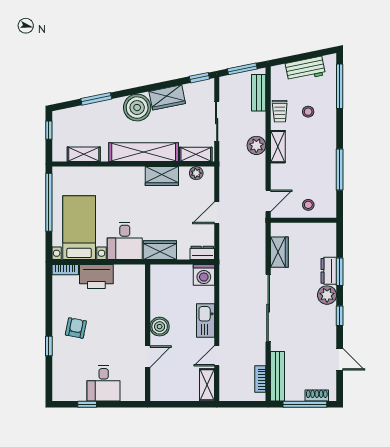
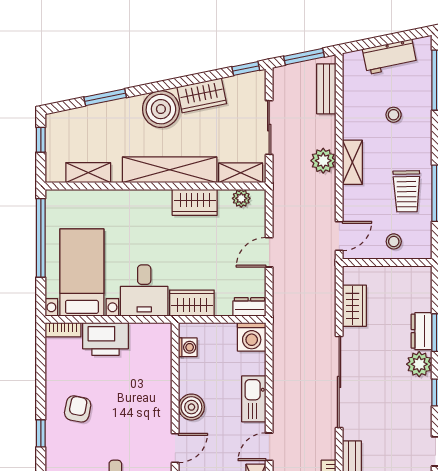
trolley: (280, 111) -> (407, 191), moved, width x1.36, depth x1.39
washing machine: (157, 283) -> (188, 347), added

